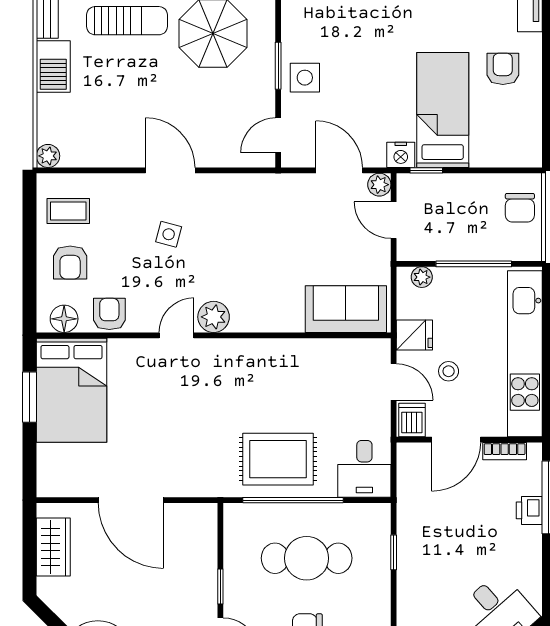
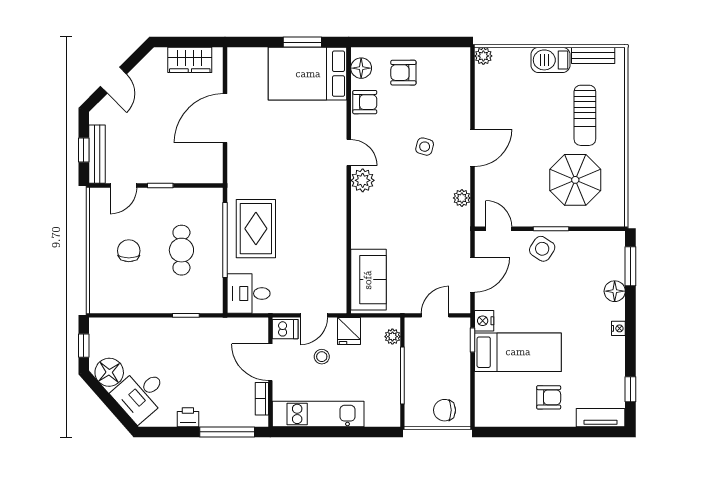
side table: (305, 78) -> (542, 249), turned 33
plant: (379, 185) -> (462, 198), moved
coffee table: (68, 211) -> (442, 71), removed
kitchen unit: (525, 354) -> (318, 414), width x0.73
printer: (529, 510) -> (188, 417), moved
cafe table: (307, 558) -> (181, 250), width x0.73, depth x0.74

